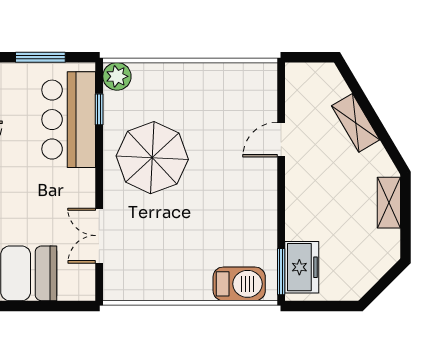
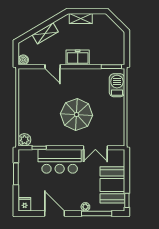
boiler: (296, 74) -> (23, 60), added
bar counter: (69, 120) -> (60, 161), moved
parasol: (152, 158) -> (77, 115), moved
freezer: (302, 267) -> (78, 57), moved

